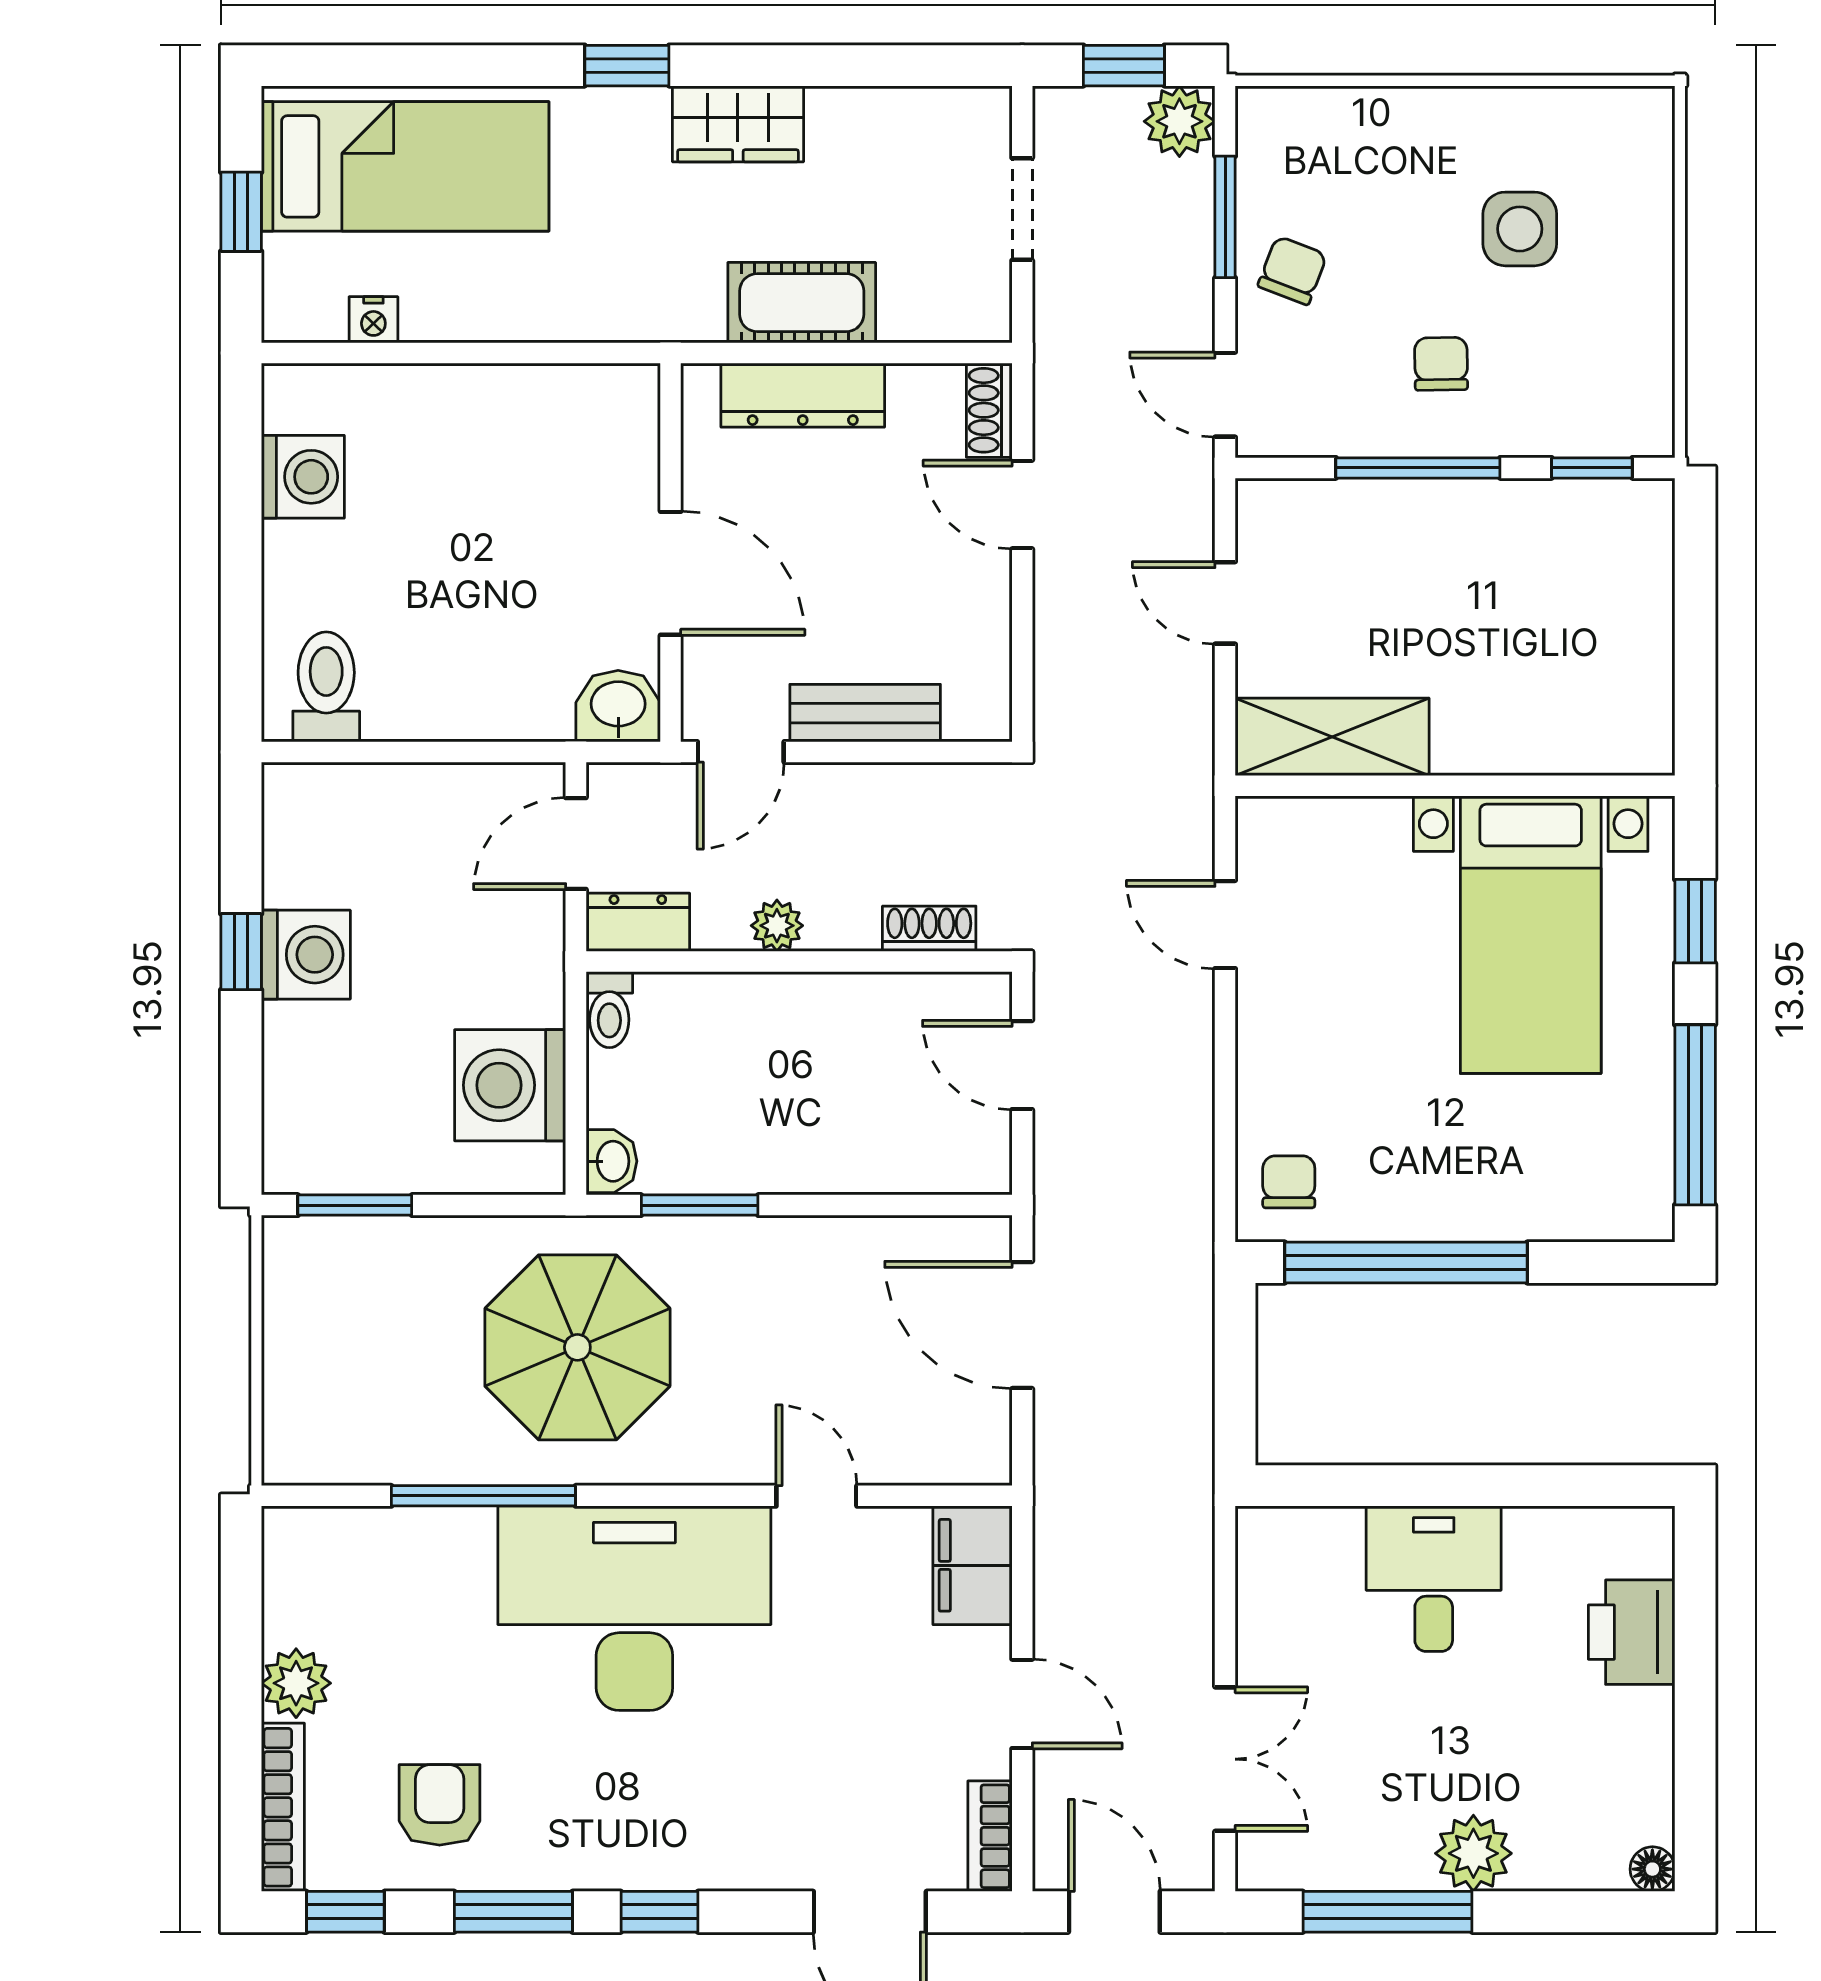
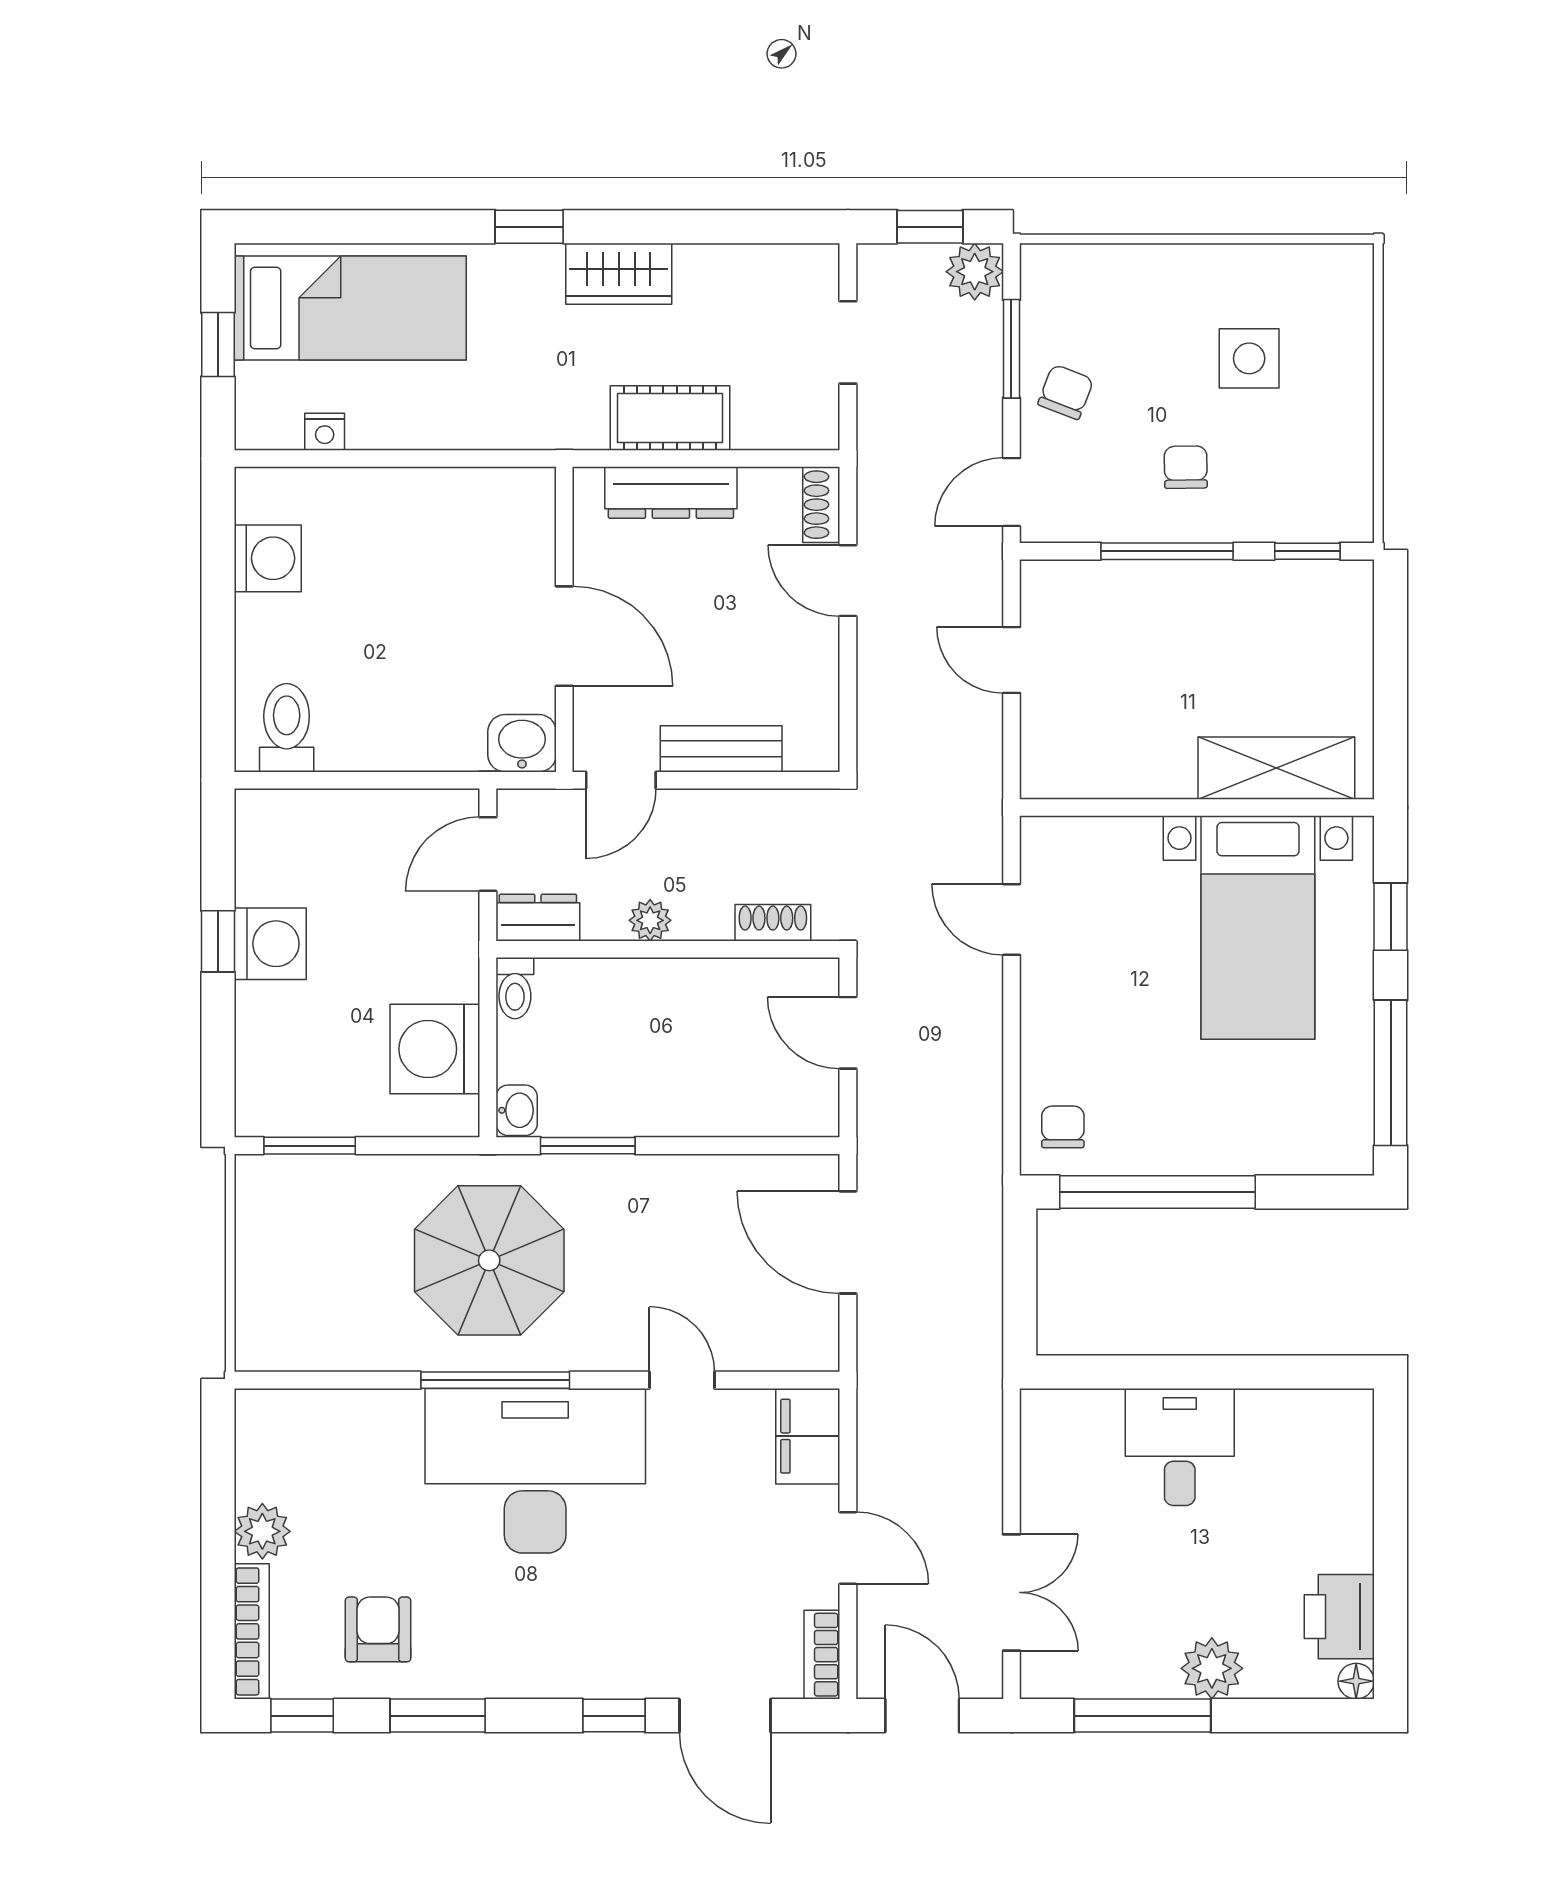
door: (1225, 395) -> (1011, 492), hinge flipped
shelving: (1332, 737) -> (1276, 768), moved
window: (483, 1496) -> (495, 1380), moved
printer: (1632, 1632) -> (1339, 1617), moved
window: (659, 1912) -> (614, 1716), moved

